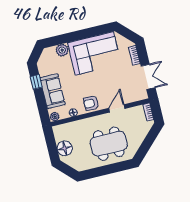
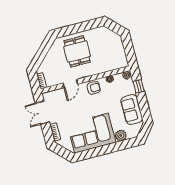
window: (36, 82) -> (139, 86), moved
sofa: (53, 91) -> (132, 110), moved
dining table: (109, 144) -> (77, 51), width x0.73
floor lamp: (65, 148) -> (117, 47), removed

